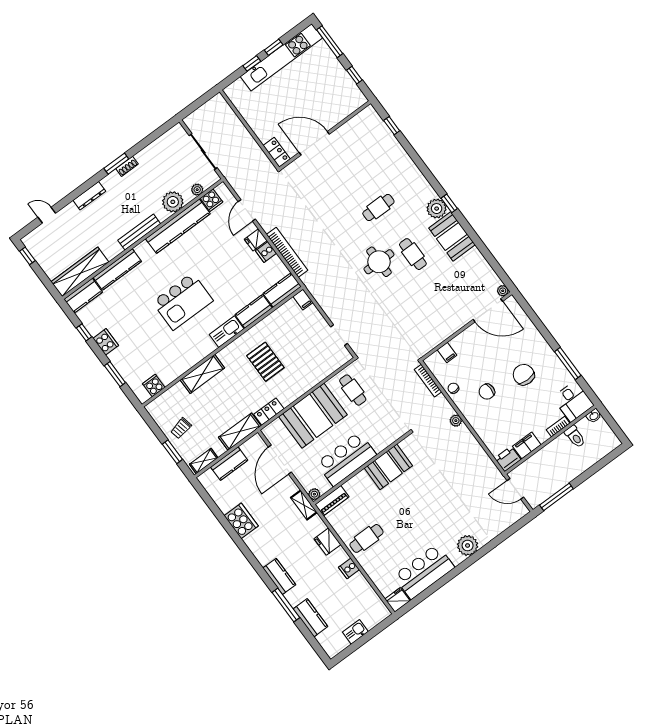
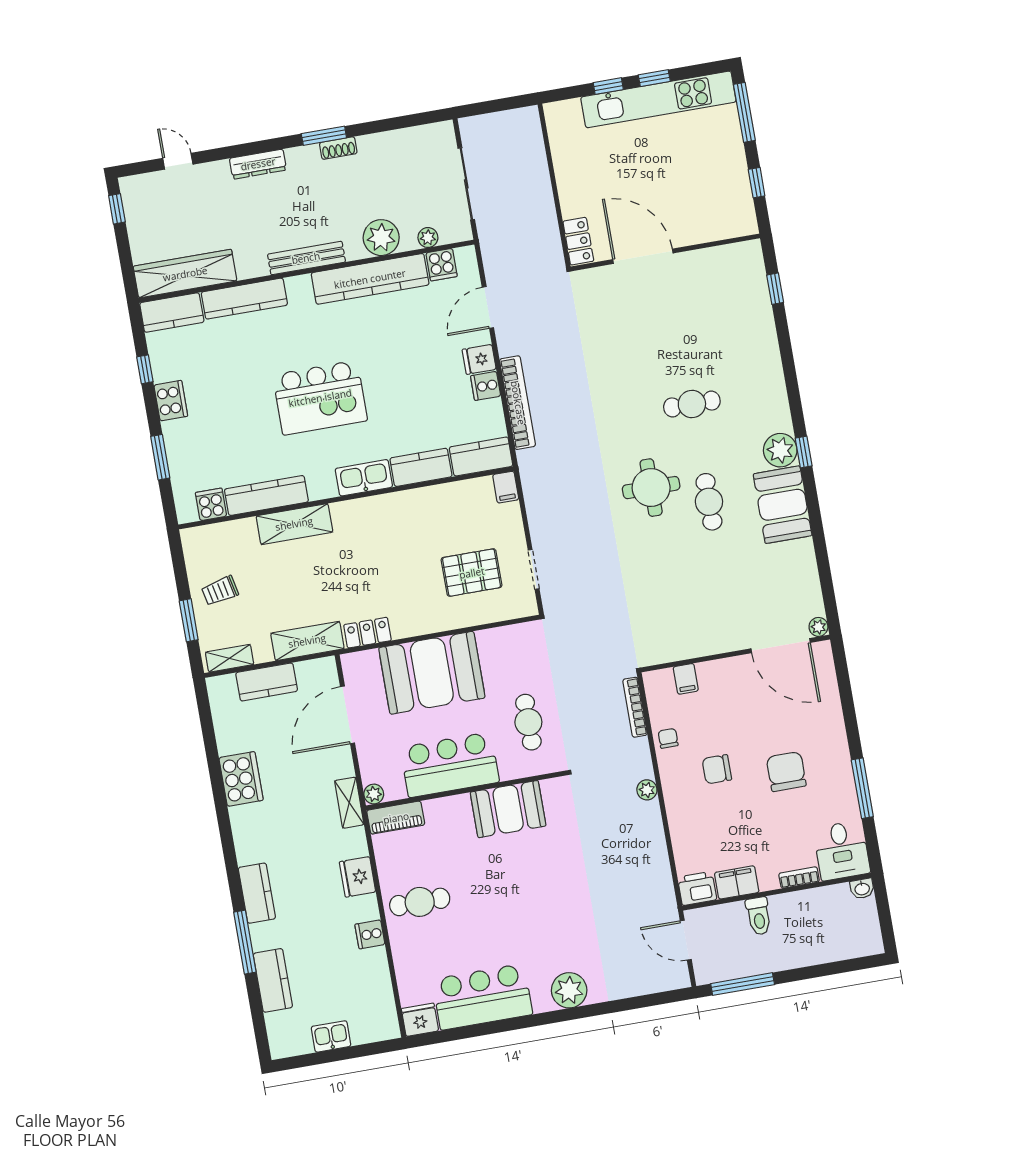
pallet: (265, 362) -> (472, 573), moved, turned 90
kitchen counter: (180, 366) -> (266, 495), added
cafe table: (353, 390) -> (528, 722), moved
toilet: (575, 437) -> (759, 916), moved

